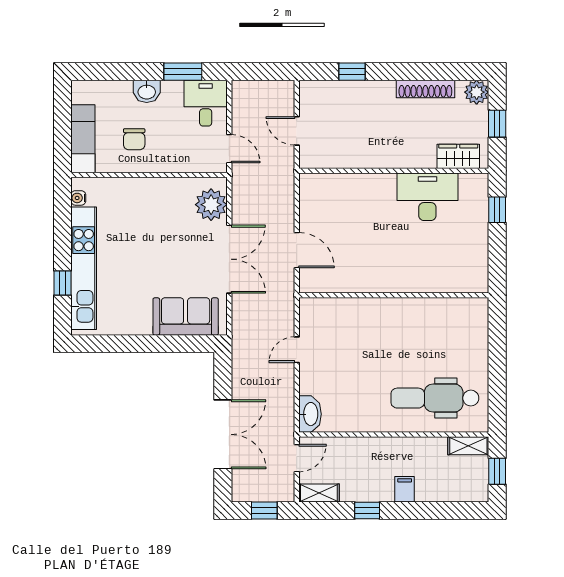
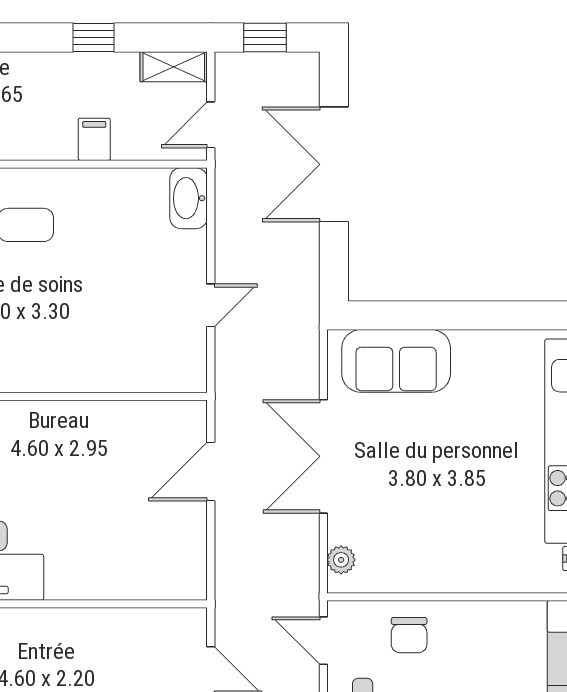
chair: (134, 139) -> (409, 635), moved, turned 180
plant: (211, 205) -> (341, 560), width x0.53, depth x0.53
door: (297, 250) -> (211, 471), hinge flipped
filing cabinet: (405, 489) -> (94, 139), moved, turned 180

